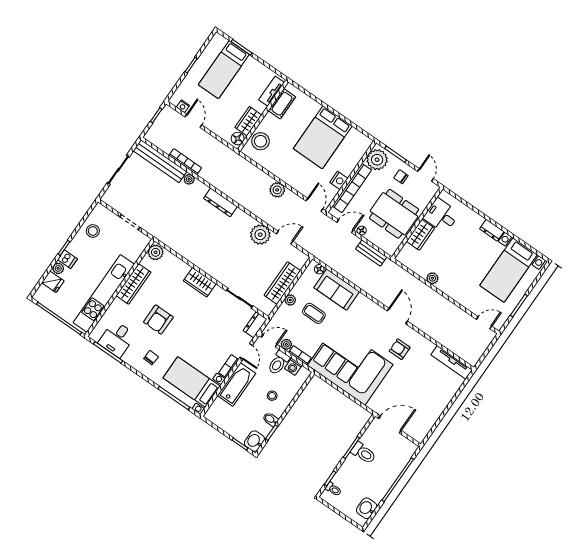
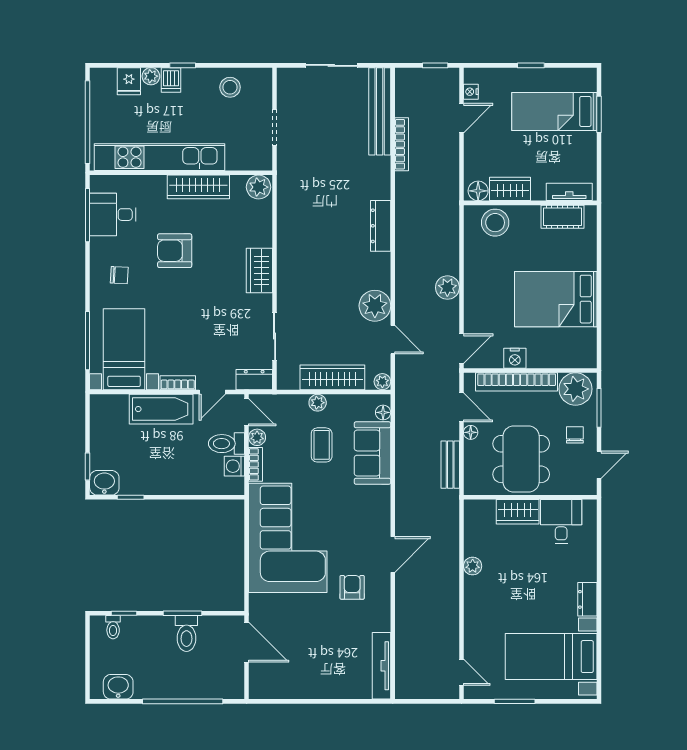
plant: (189, 179) -> (382, 382), moved
stool: (272, 396) -> (178, 465), removed
bidet: (270, 419) -> (147, 484), removed

